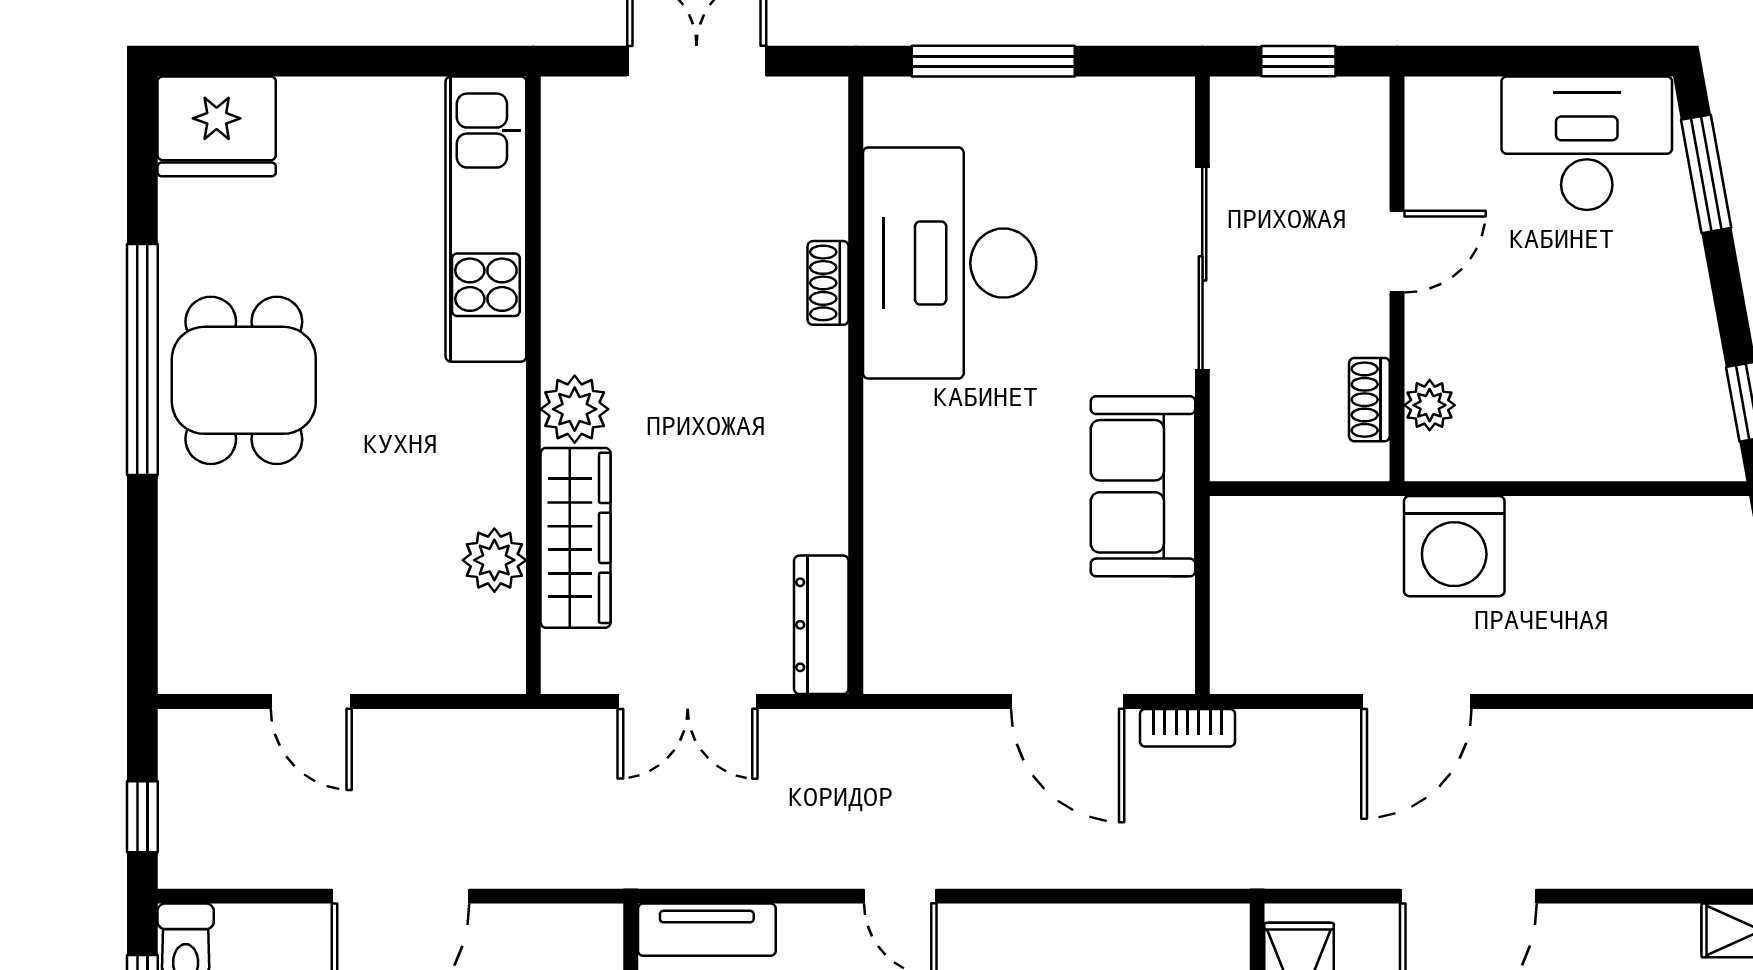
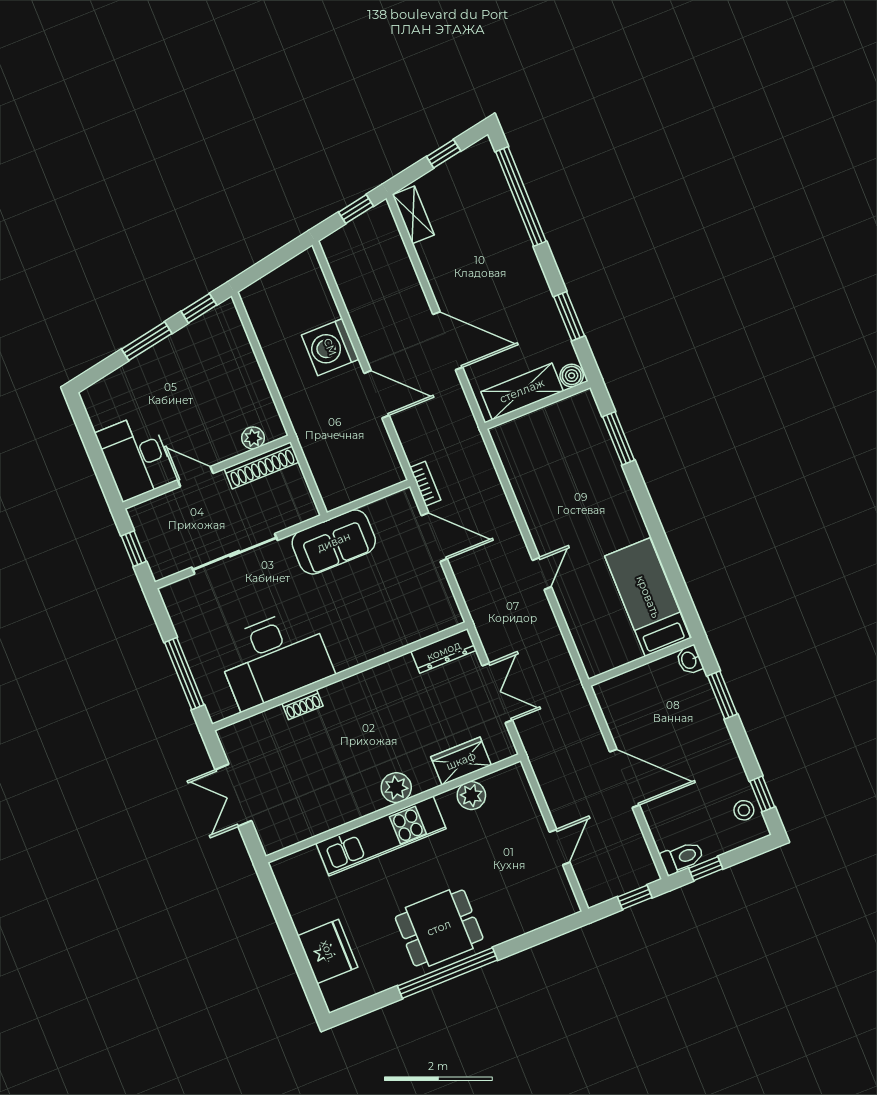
fridge: (217, 126) -> (328, 951), moved
desk: (1587, 143) -> (136, 457), moved
window: (1706, 174) -> (147, 341), moved
kitchen unit: (486, 219) -> (381, 836), moved
shoe rack: (1369, 400) -> (261, 465), width x1.94, depth x1.24
wardrobe: (576, 538) -> (461, 761), width x0.67
washing machine: (1454, 546) -> (330, 347), moved, turned 180
door: (1068, 701) -> (434, 537), hinge flipped
tv unit: (707, 930) -> (588, 647), removed

